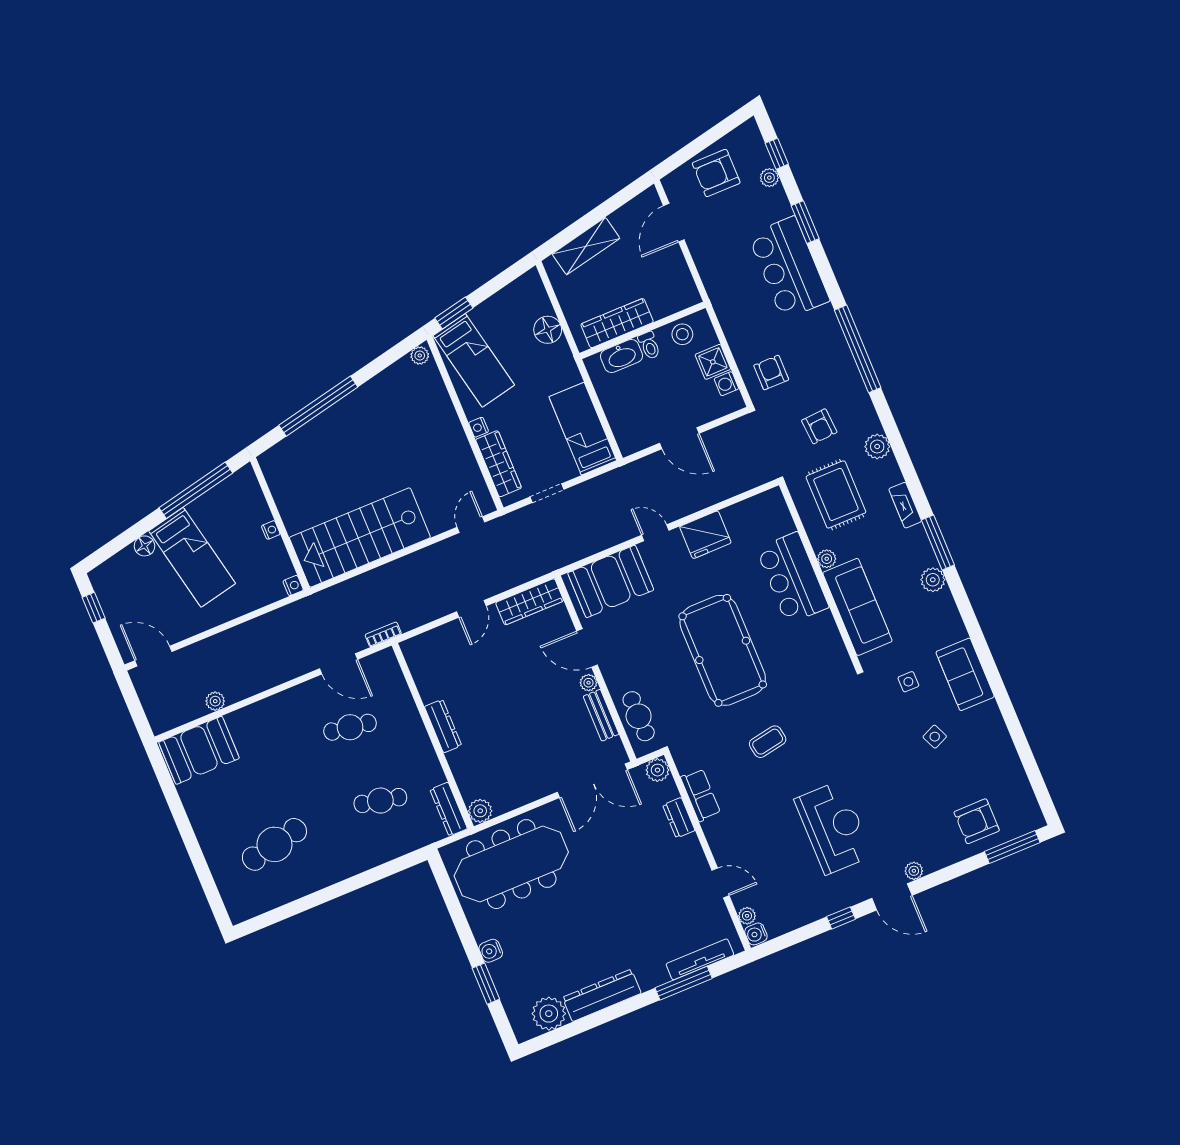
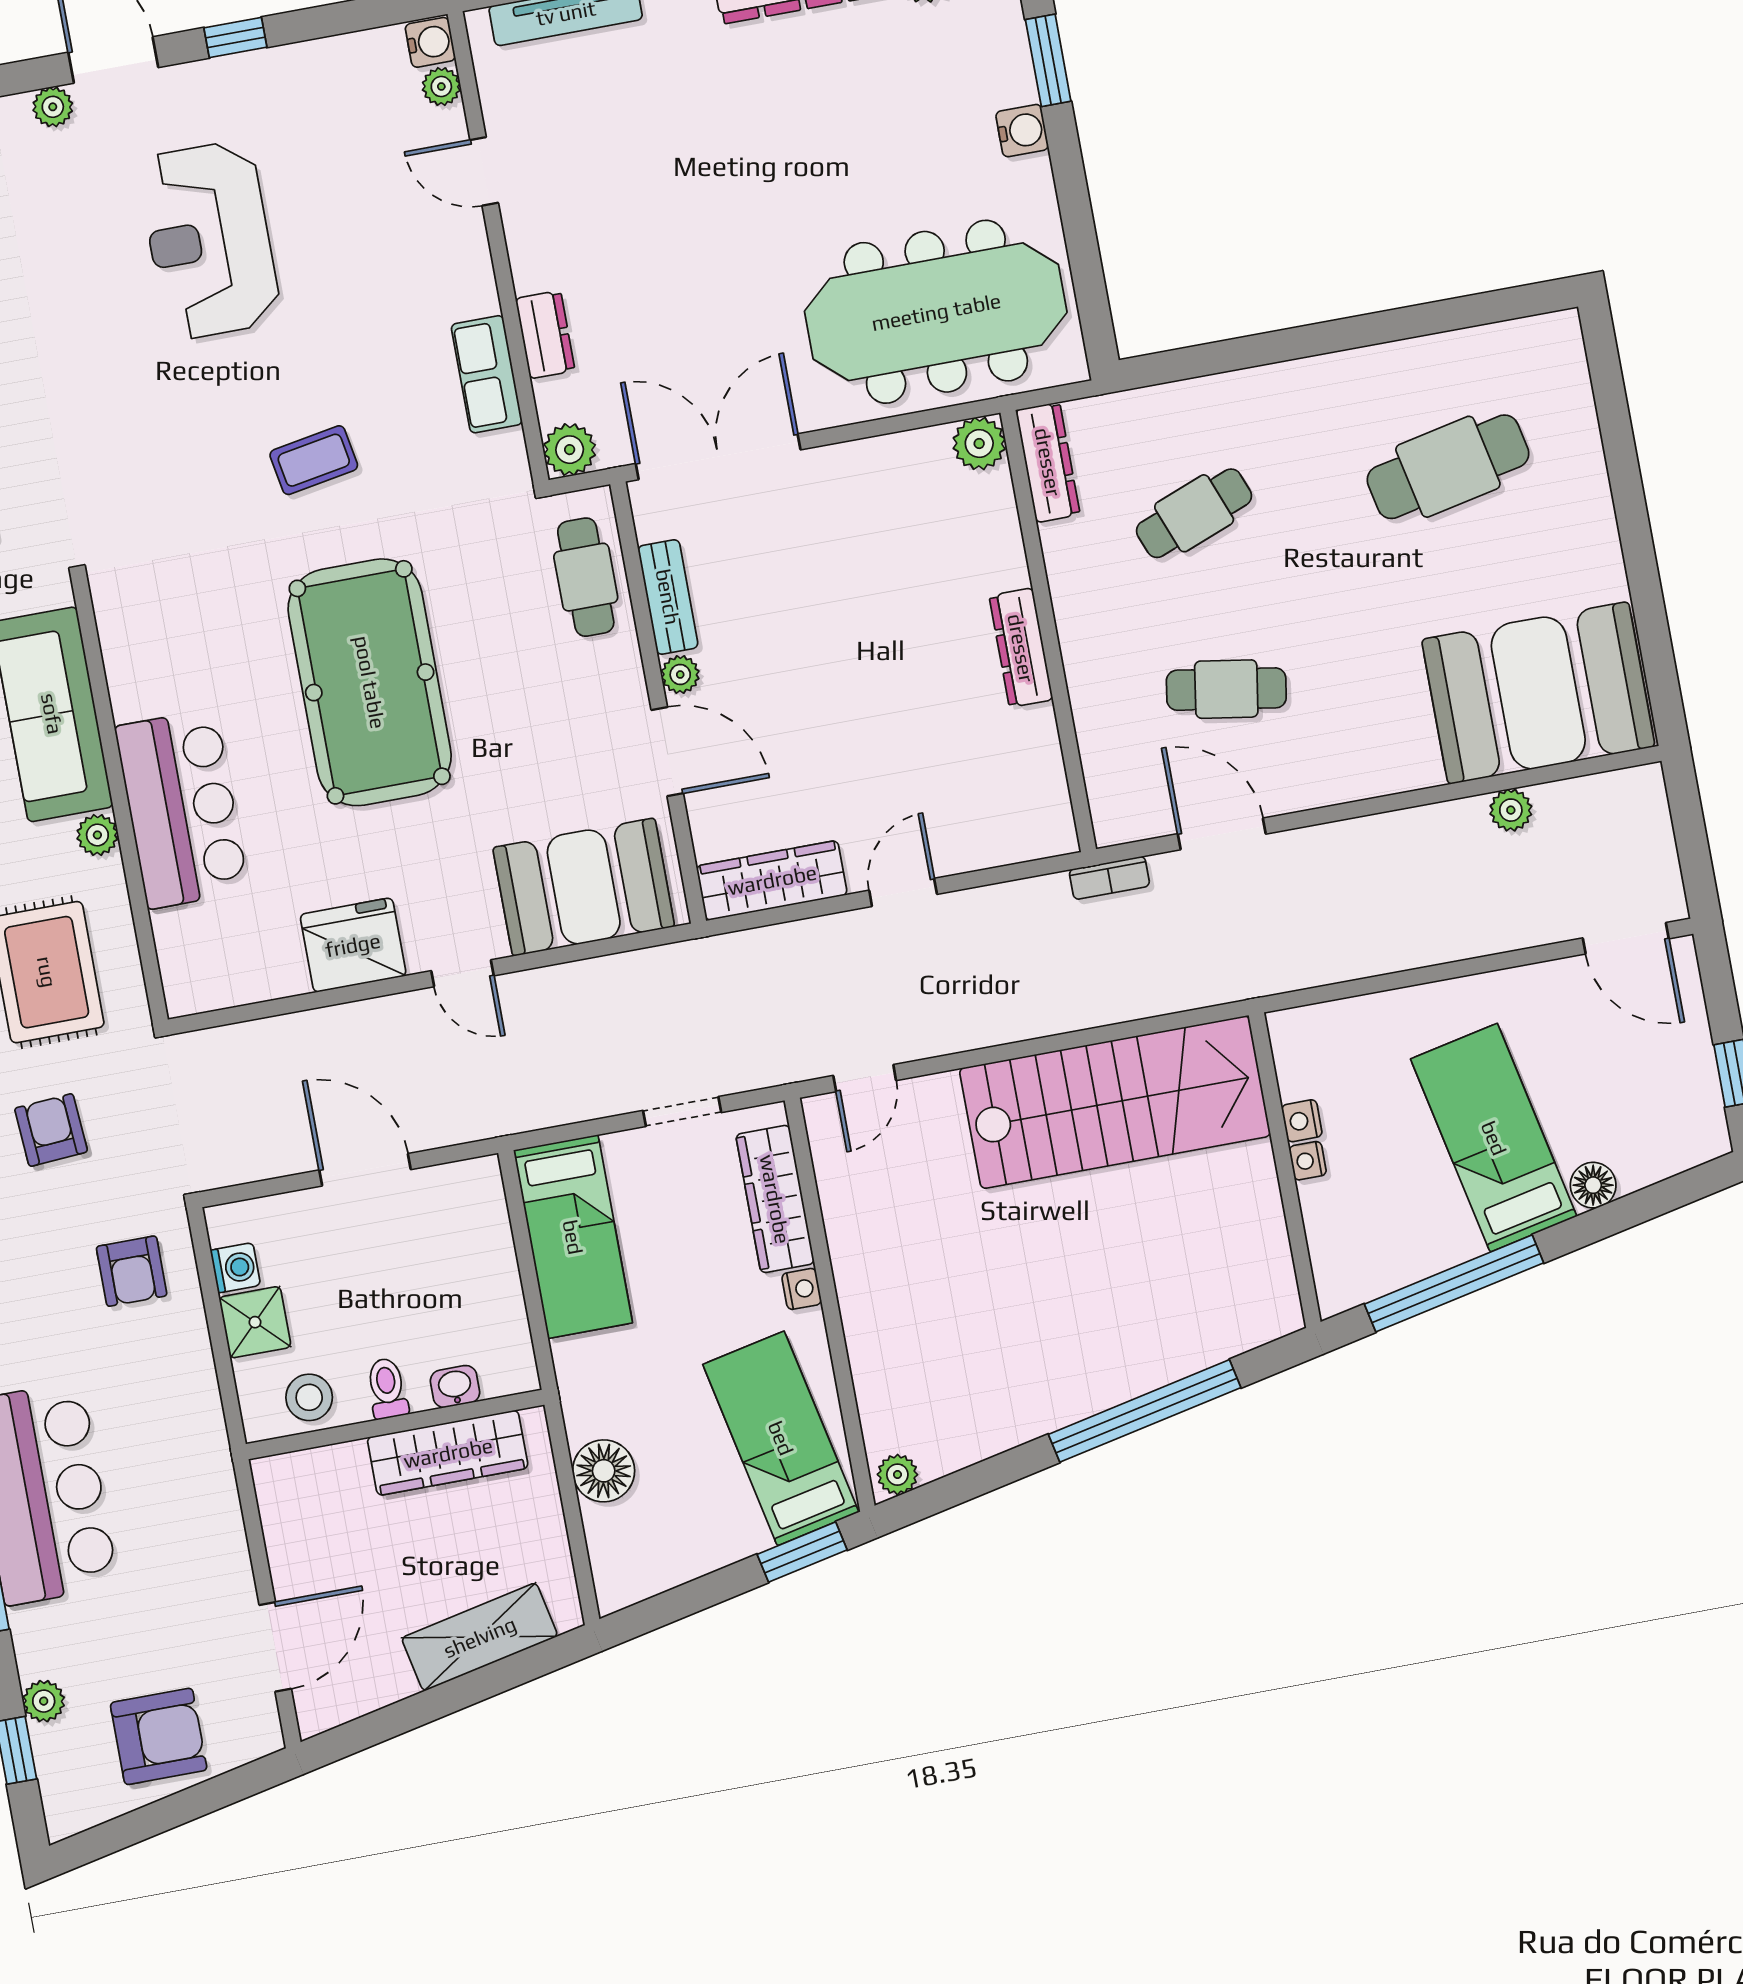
washbasin: (621, 356) -> (455, 1387), width x0.52, depth x0.69
nightstand: (293, 586) -> (1302, 1121), moved
booth: (199, 750) -> (1538, 693), width x1.36, depth x1.42
cafe table: (380, 801) -> (1194, 513), turned -33

